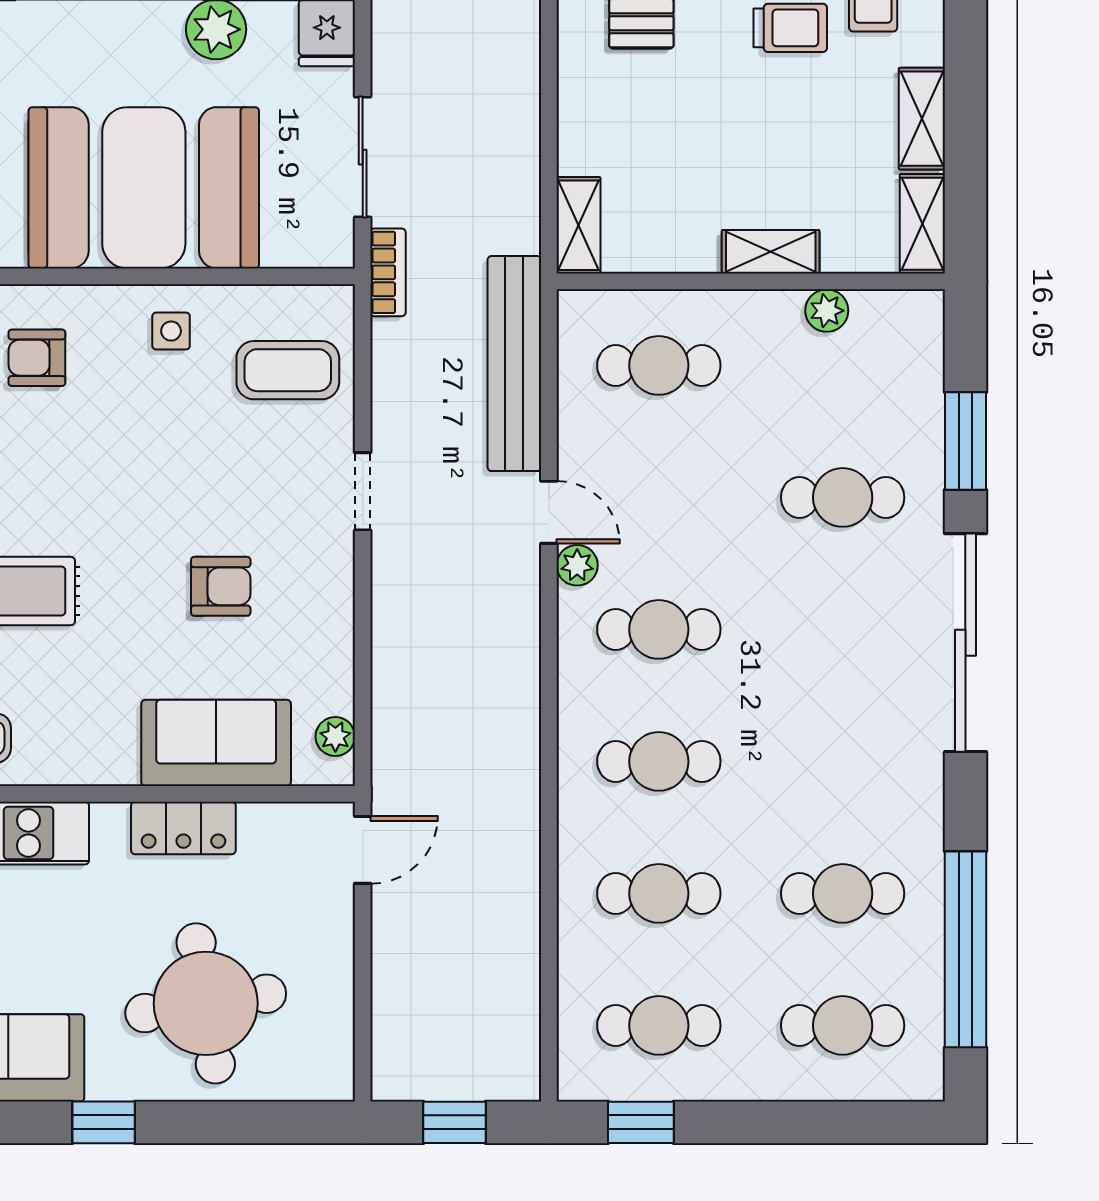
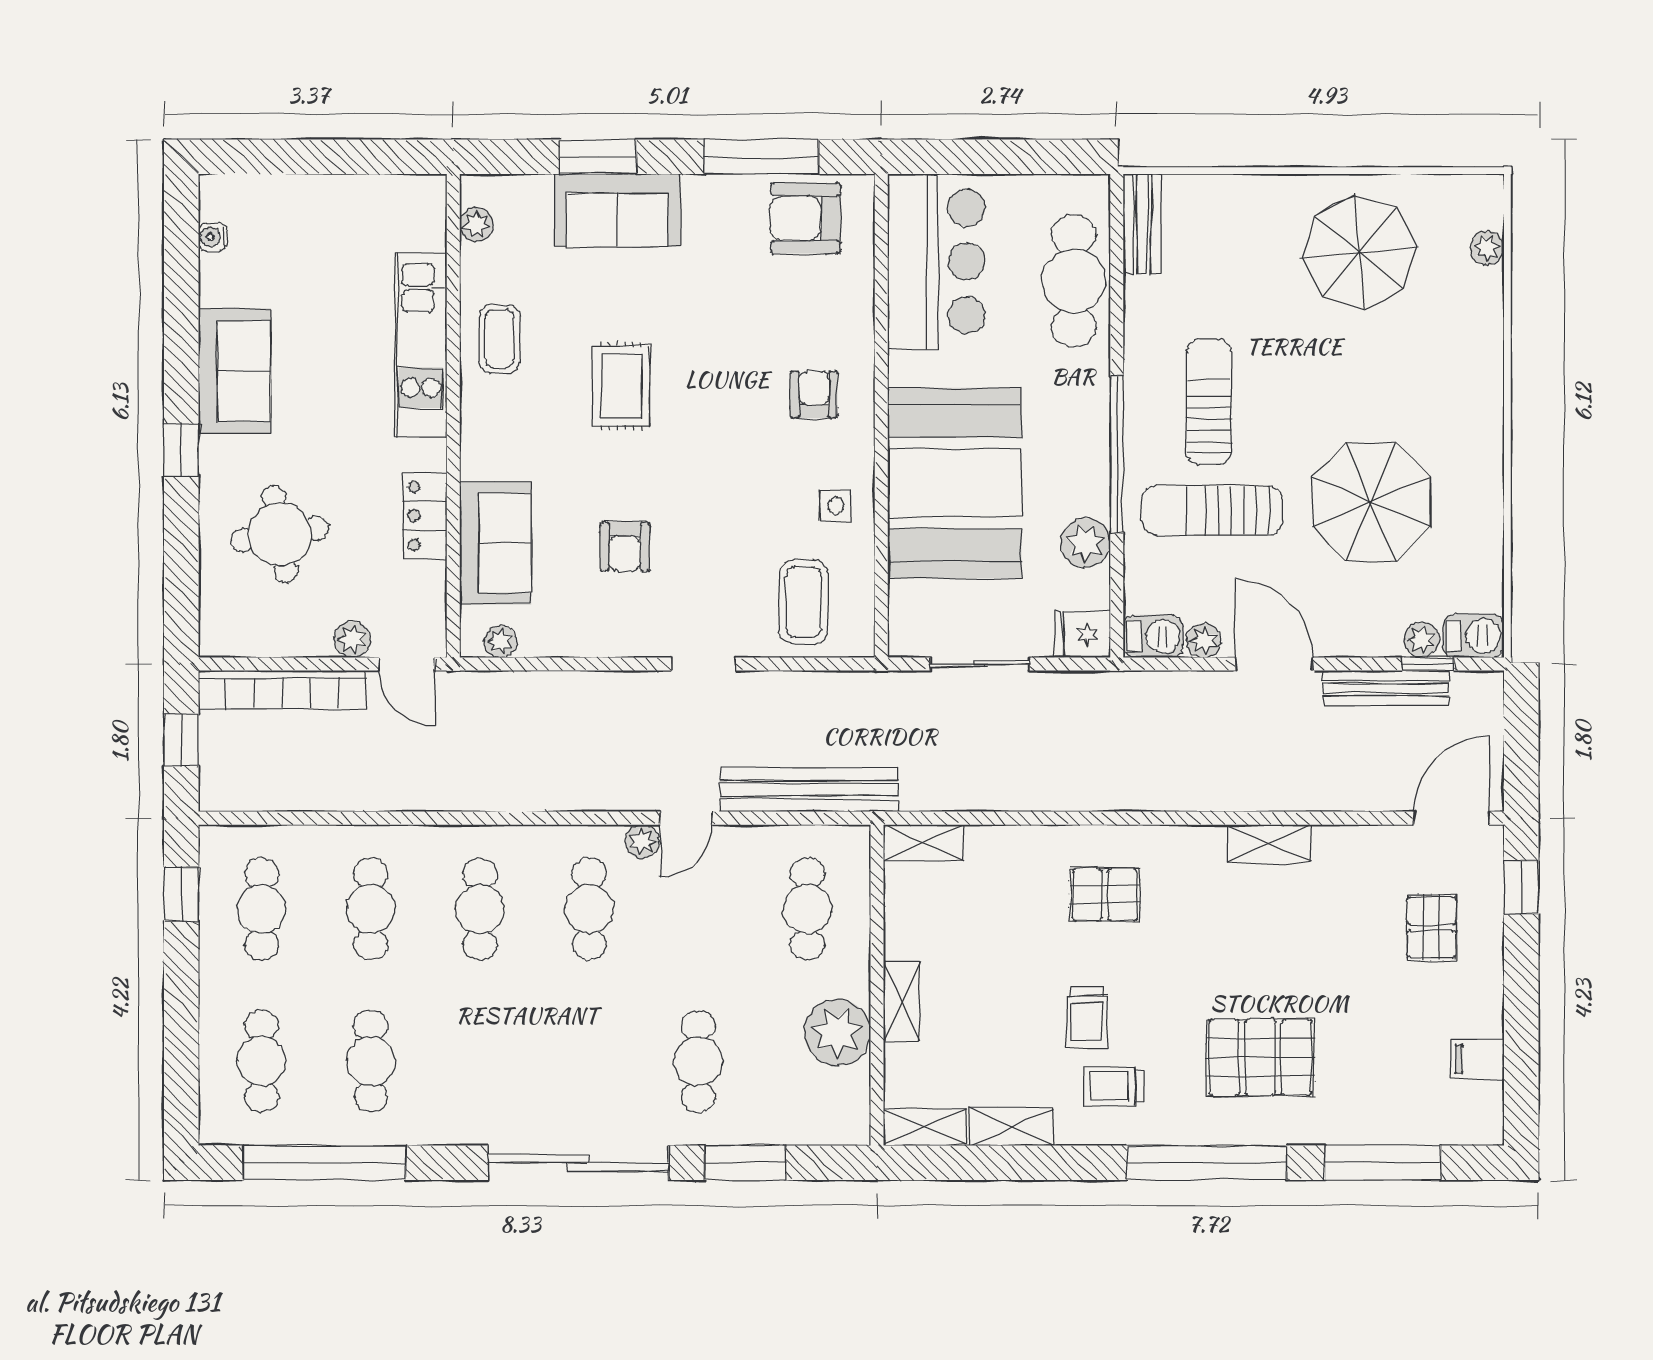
bookcase: (388, 272) -> (283, 690), moved, width x2.31, depth x1.31
plant: (827, 311) -> (837, 1033), width x1.88, depth x1.88
plant: (333, 916) -> (352, 639), added
round table: (206, 1003) -> (280, 534), width x0.73, depth x0.73

